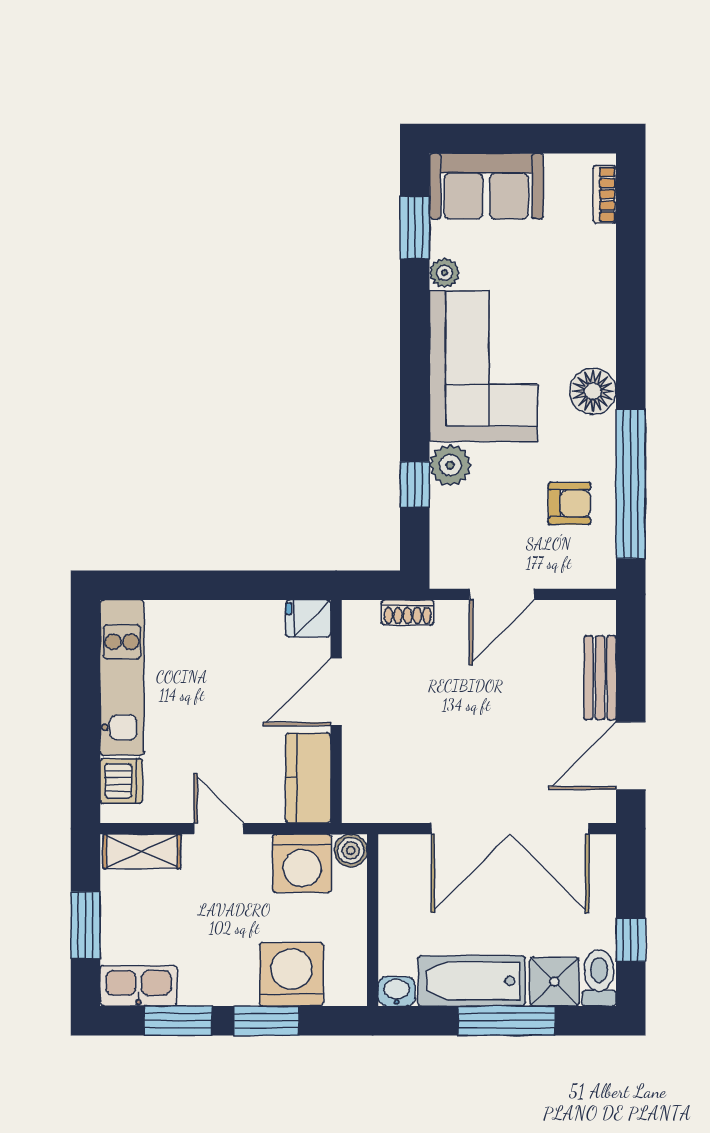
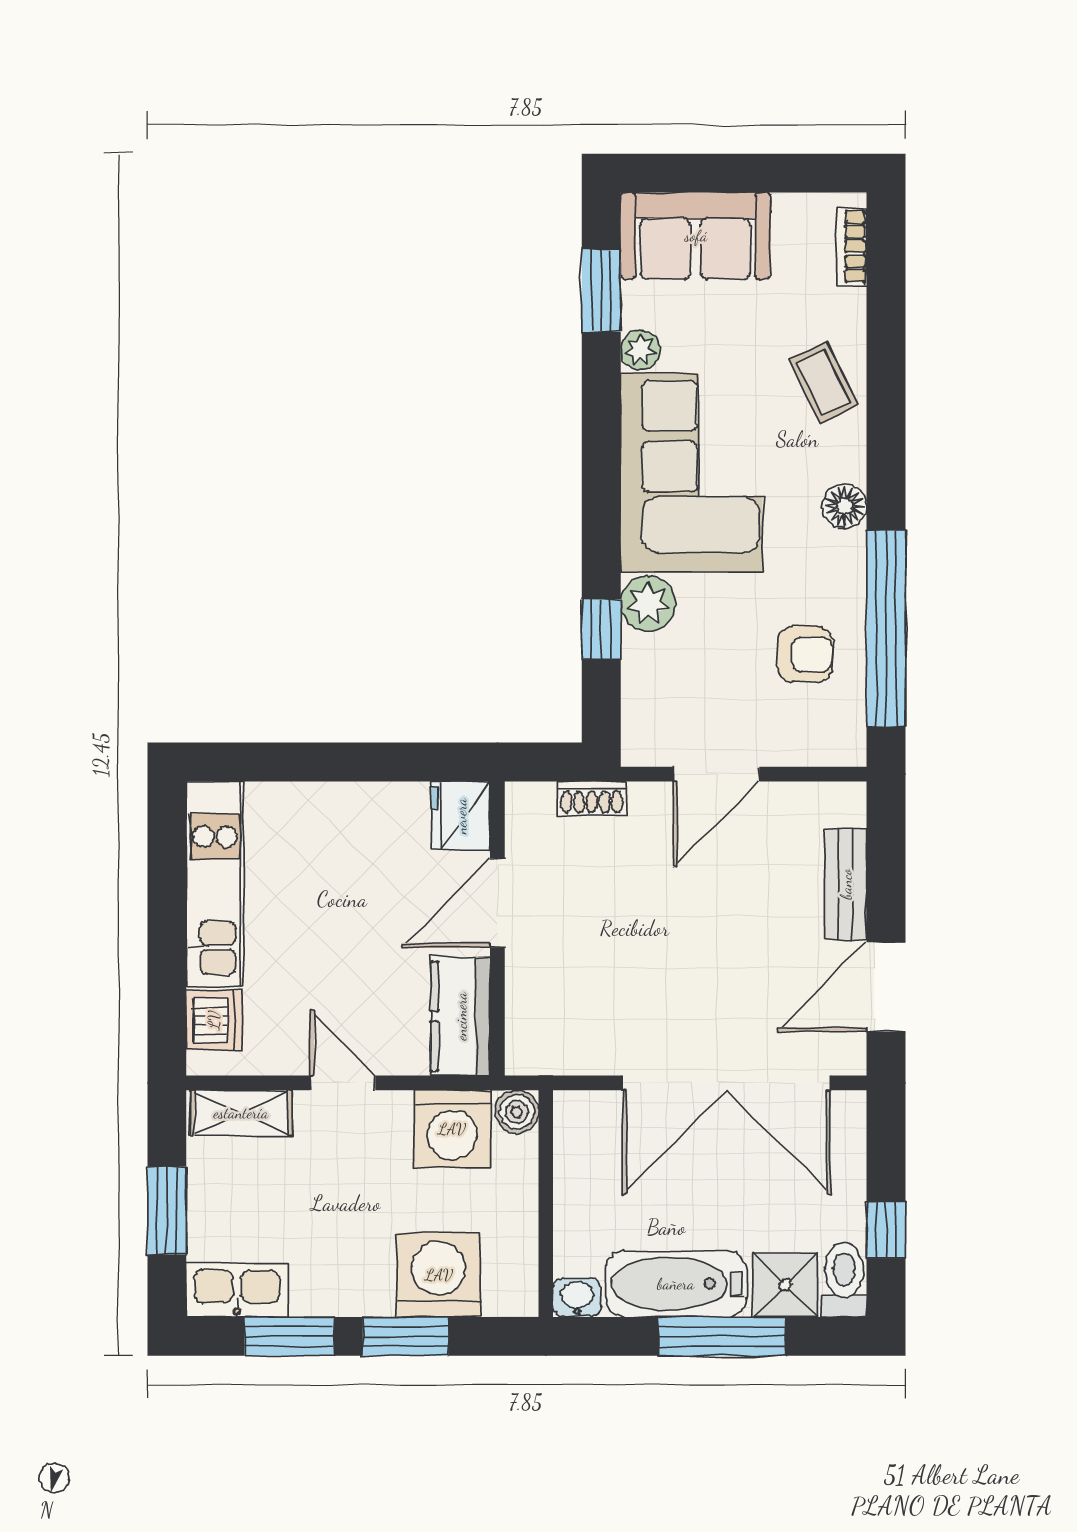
coffee table: (583, 298) -> (823, 383), added
floor lamp: (593, 391) -> (845, 506), width x0.73, depth x0.73
fridge: (308, 619) -> (461, 816), width x1.38

